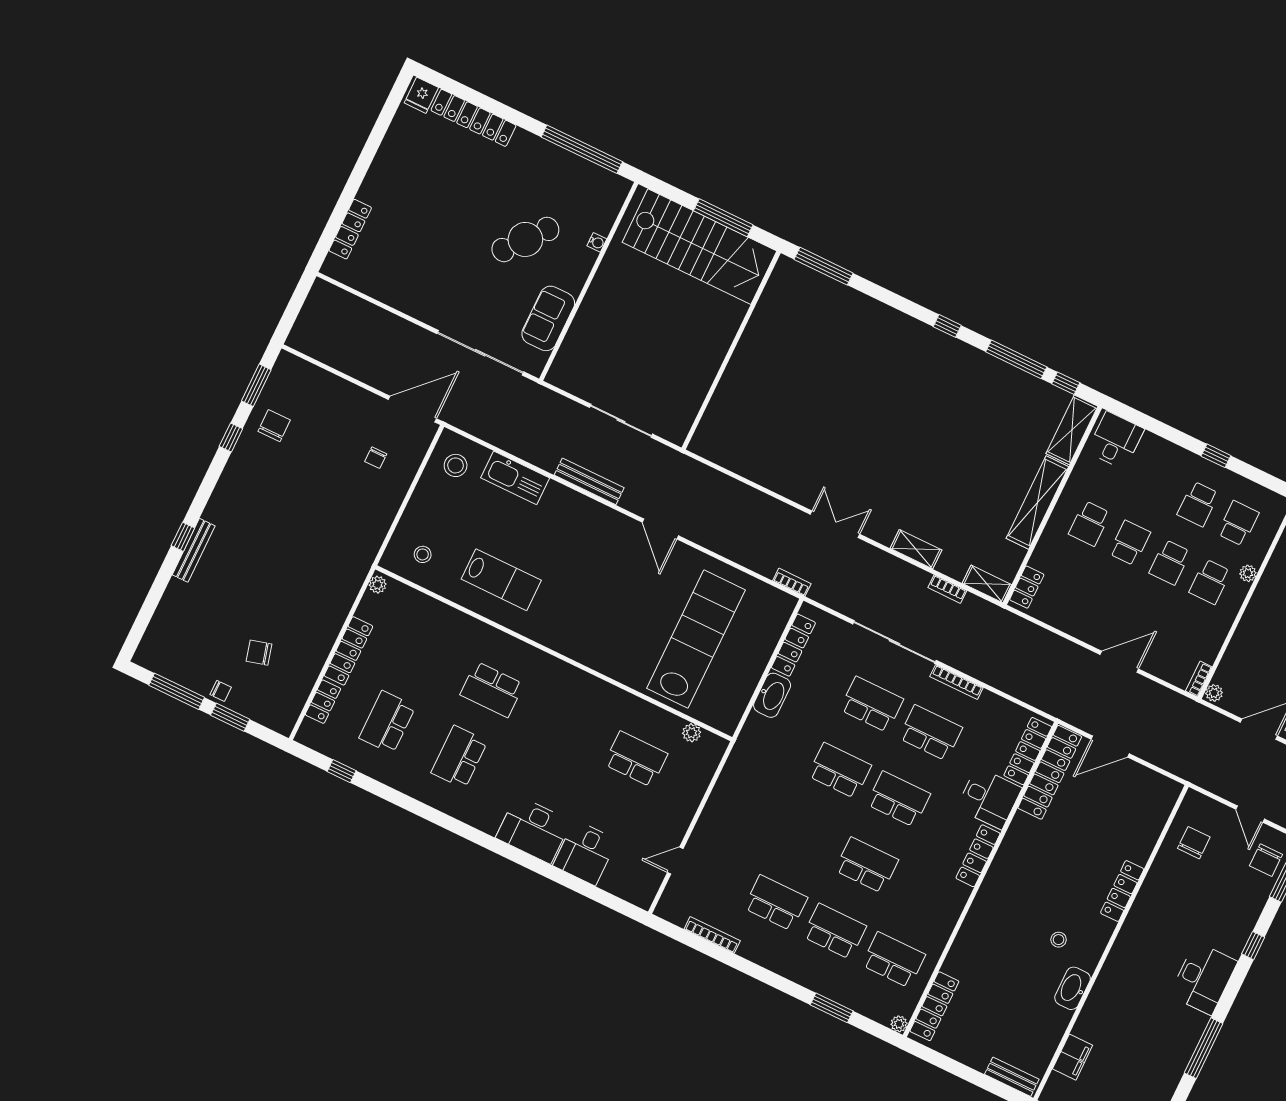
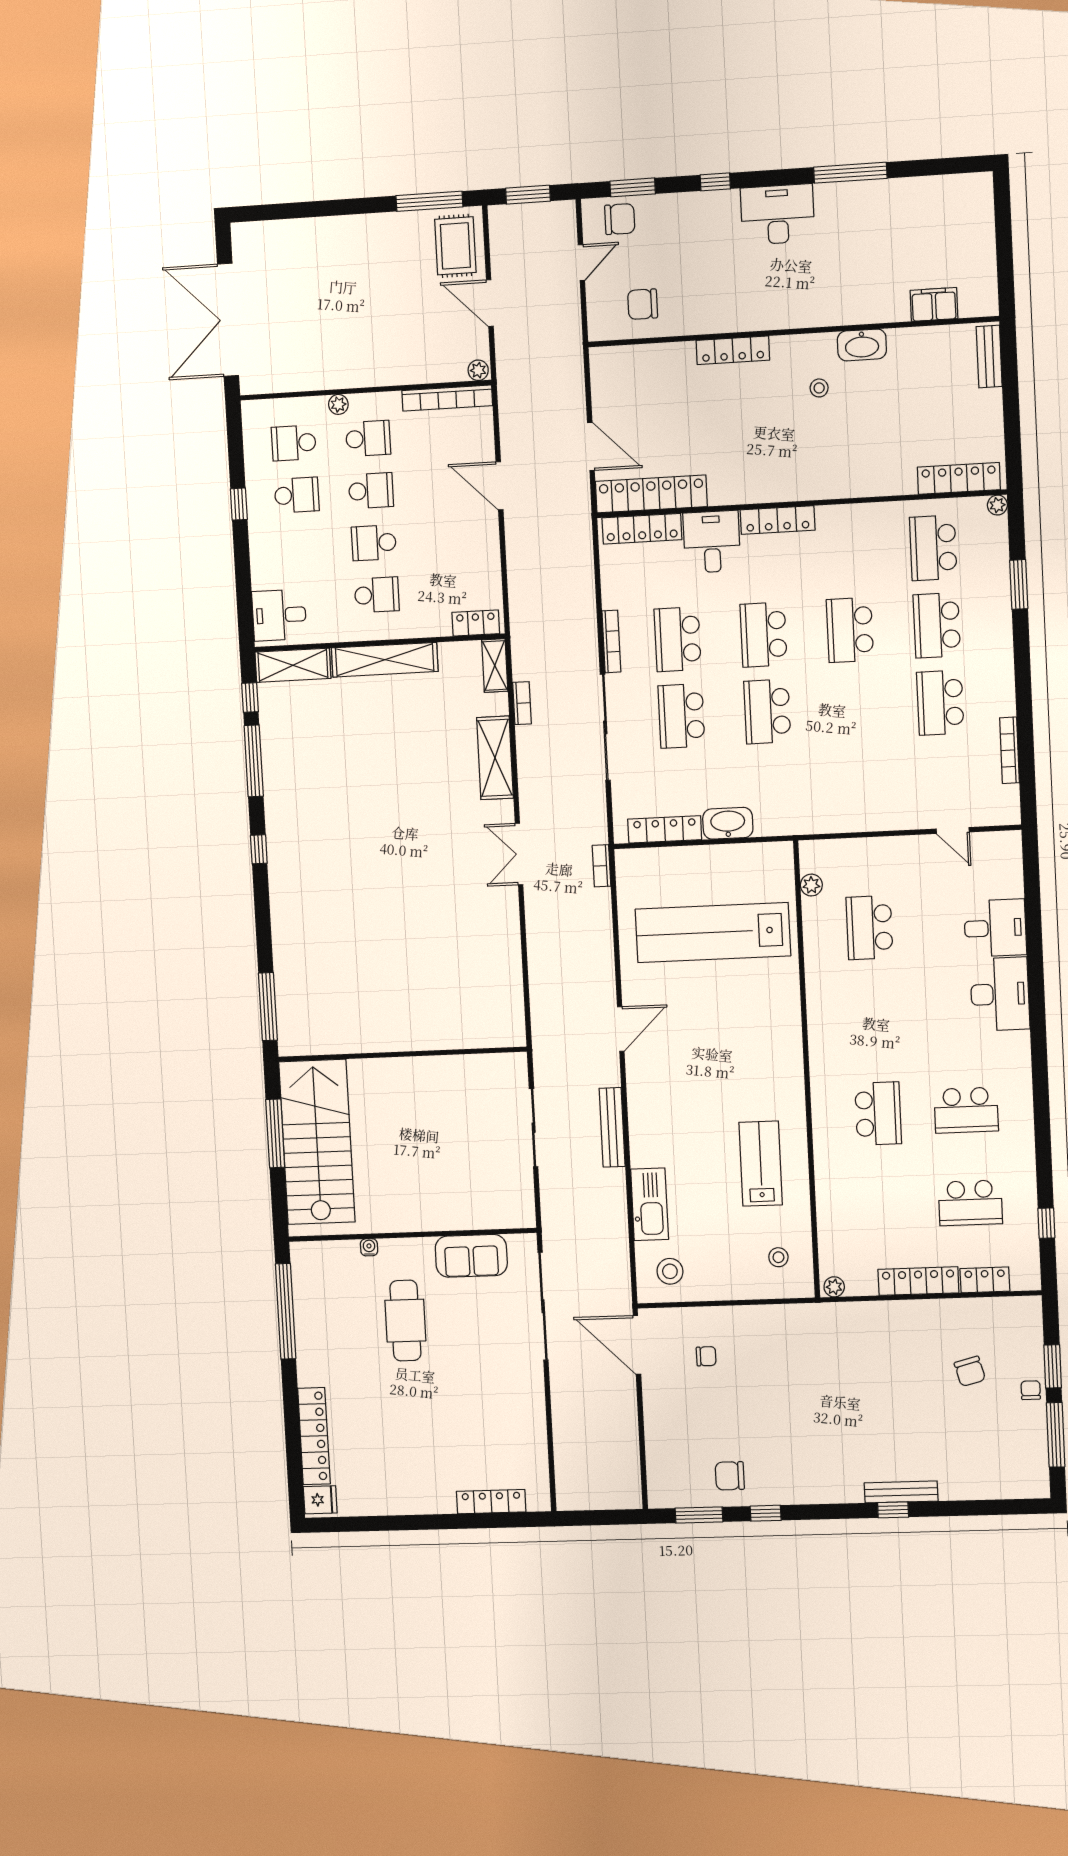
cafe table: (525, 239) -> (405, 1321), turned 51
shelving: (916, 549) -> (495, 758), width x1.50, depth x1.33
bookcase: (1199, 679) -> (447, 398), width x2.31, depth x1.31

